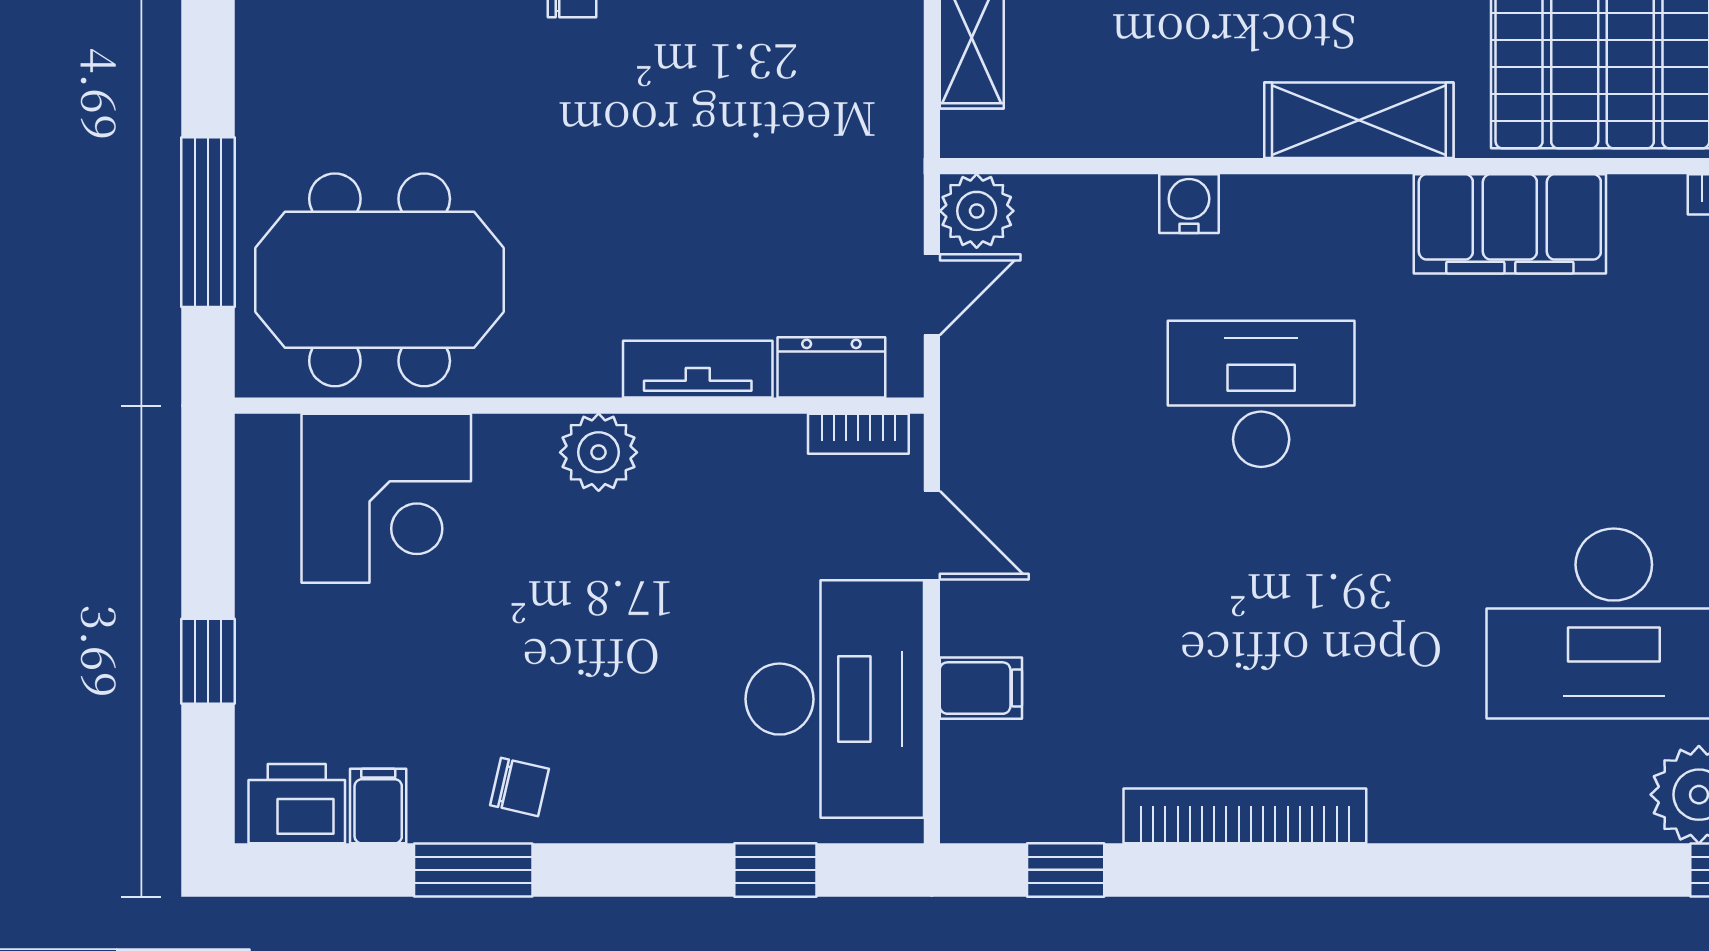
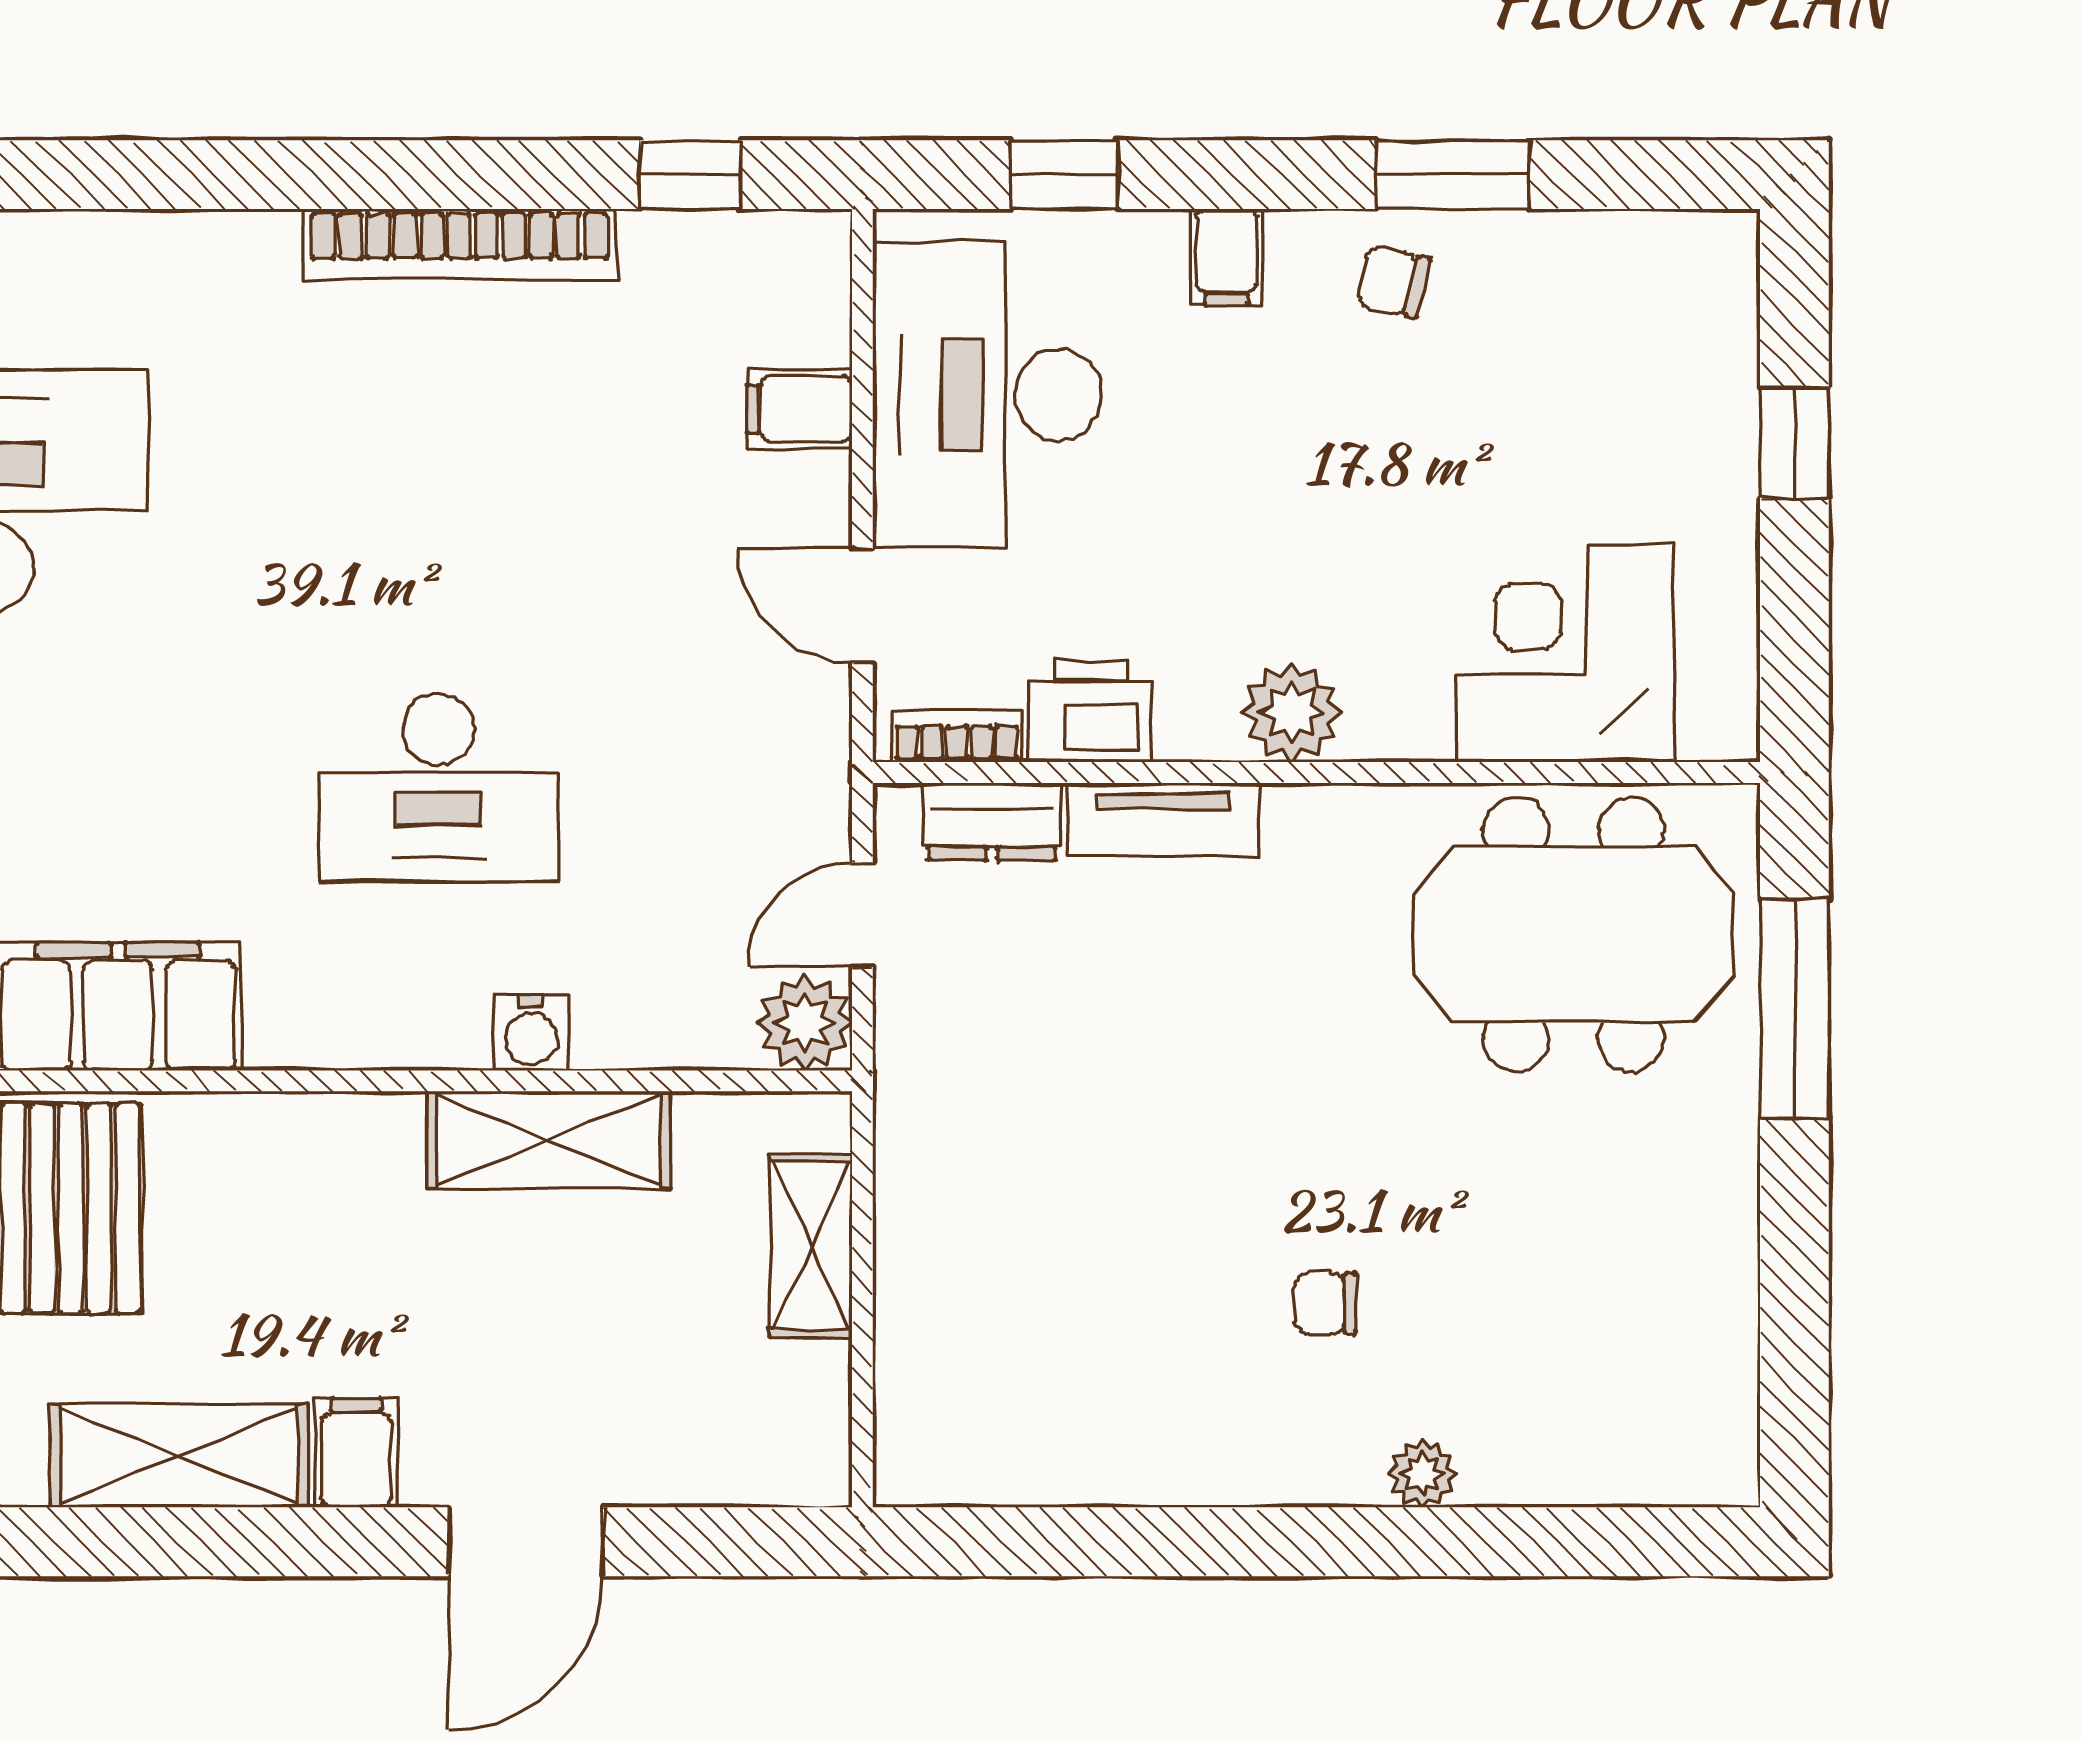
shelving: (1359, 120) -> (548, 1140), moved
printer: (297, 804) -> (1090, 711), moved, turned 180
filing cabinet: (378, 806) -> (1227, 257), moved

